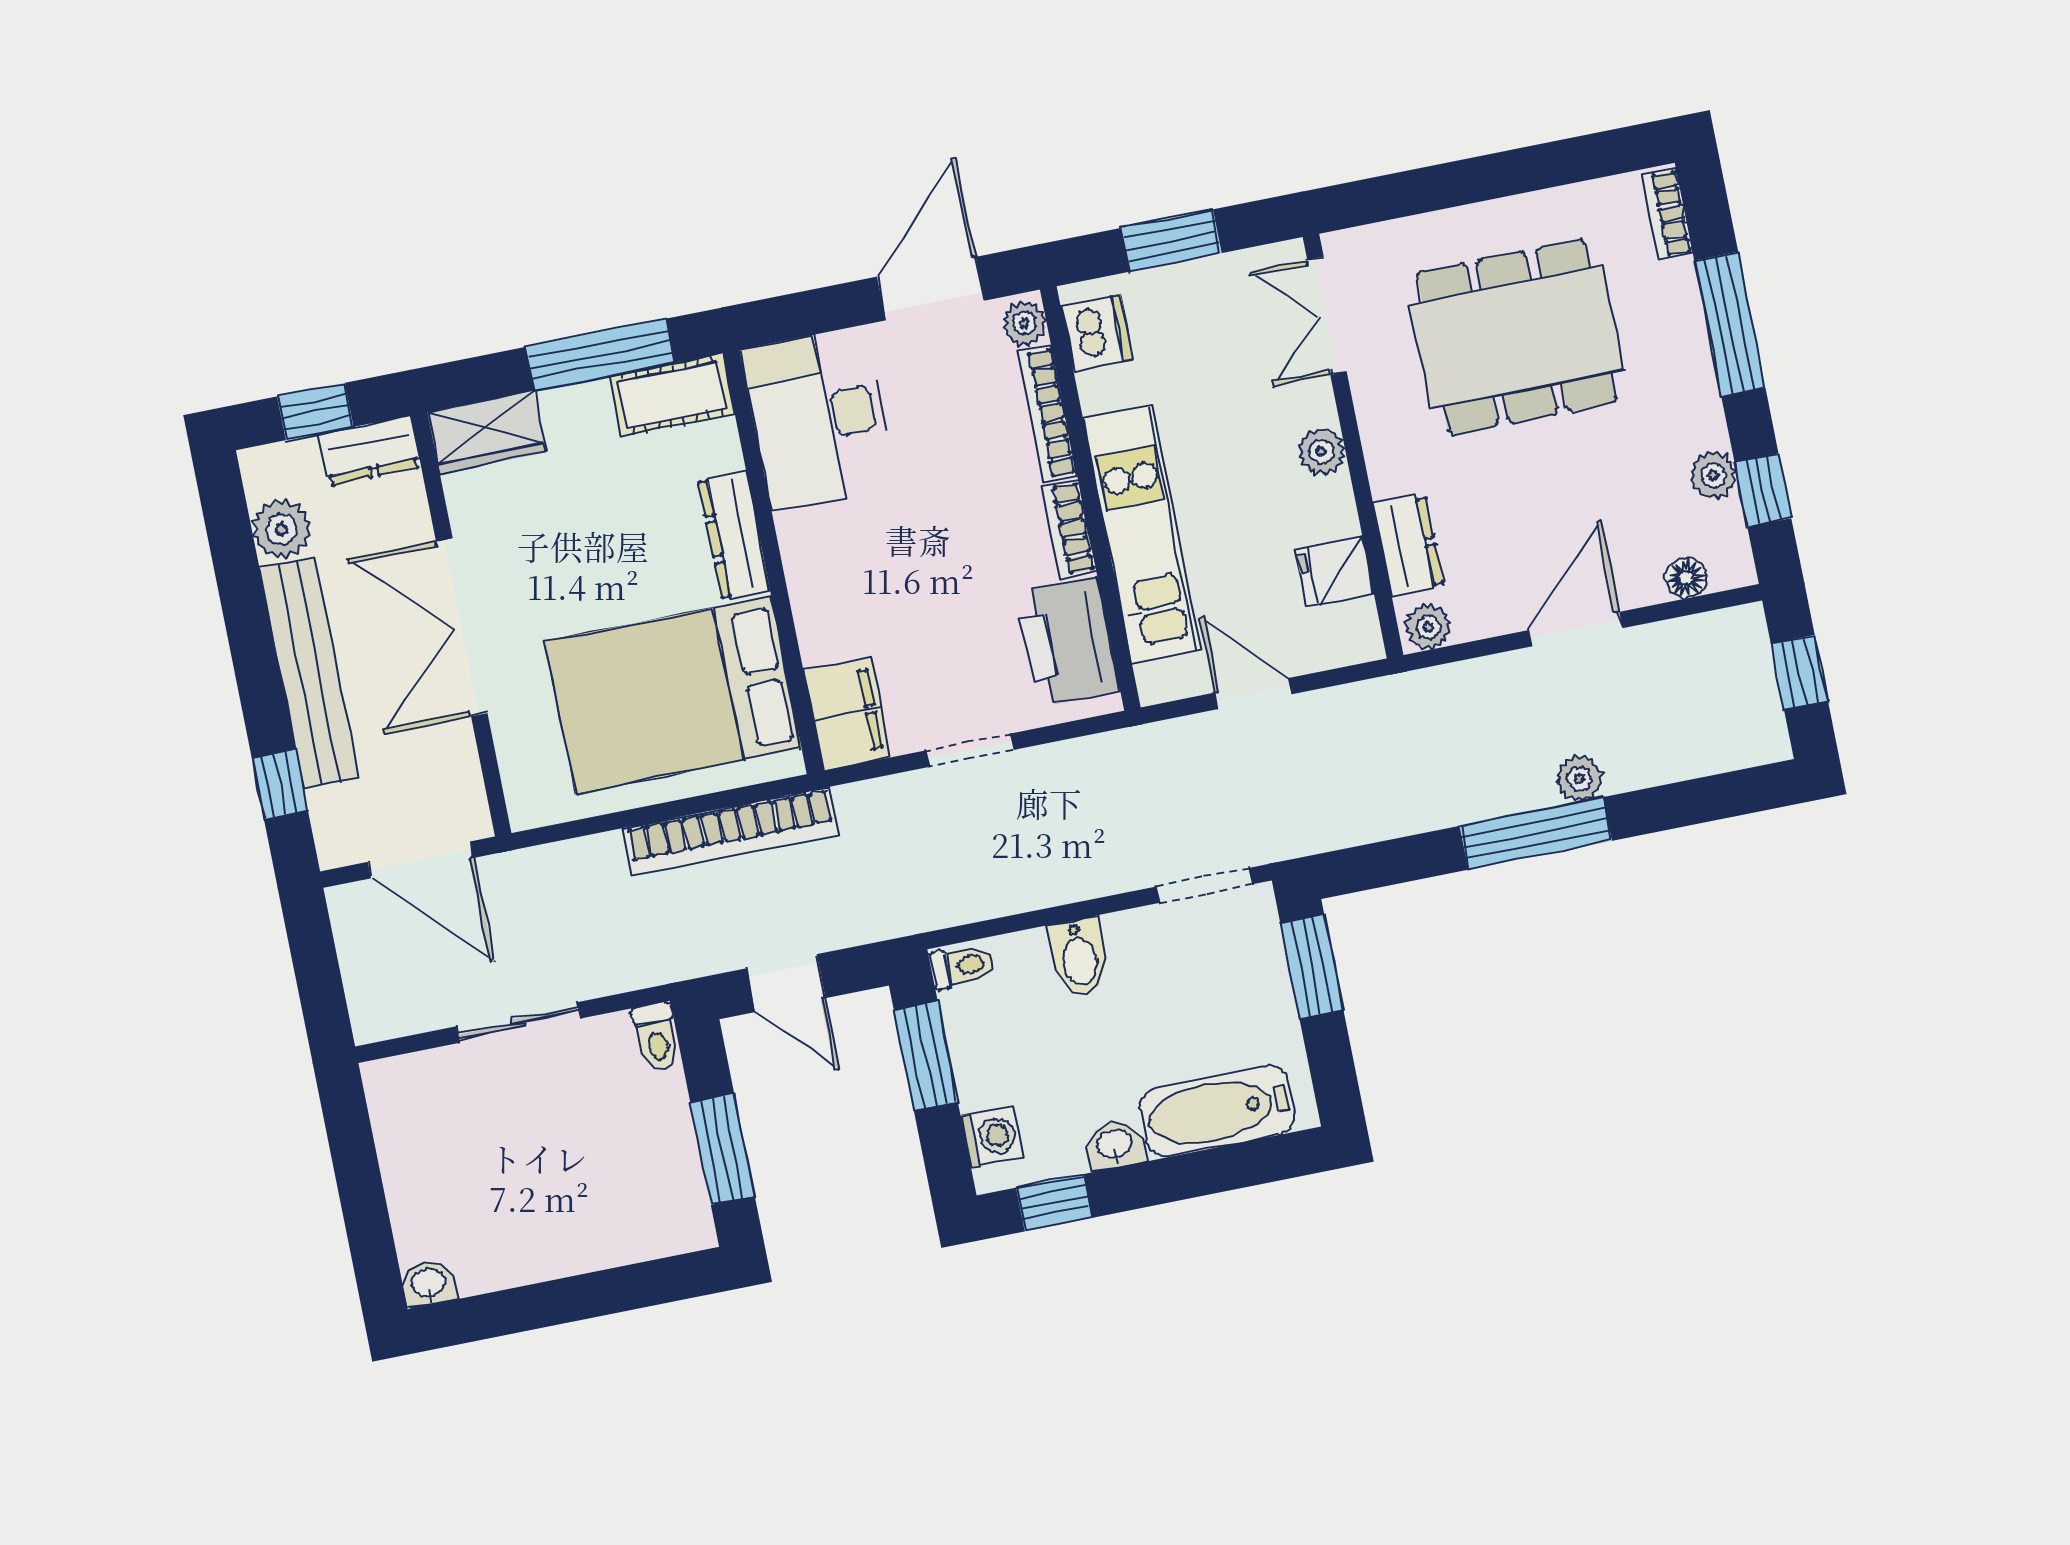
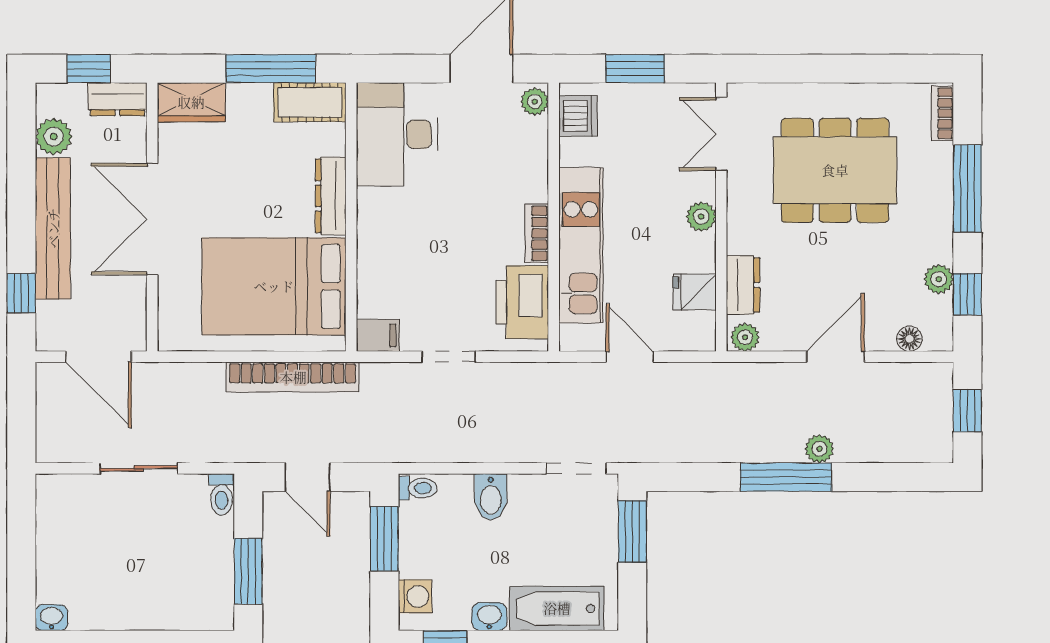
bookcase: (1048, 414) -> (538, 160), removed
filing cabinet: (847, 714) -> (378, 335), width x0.50

